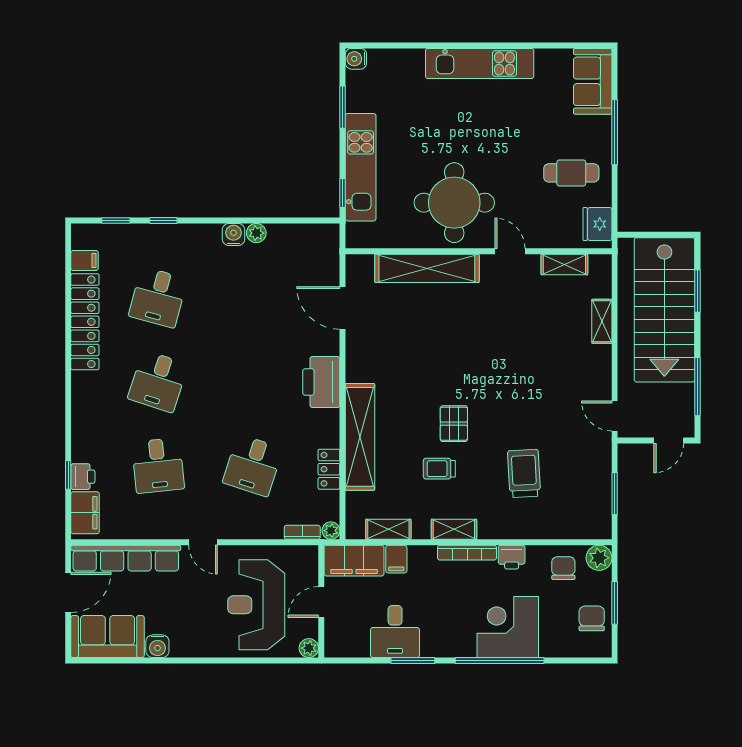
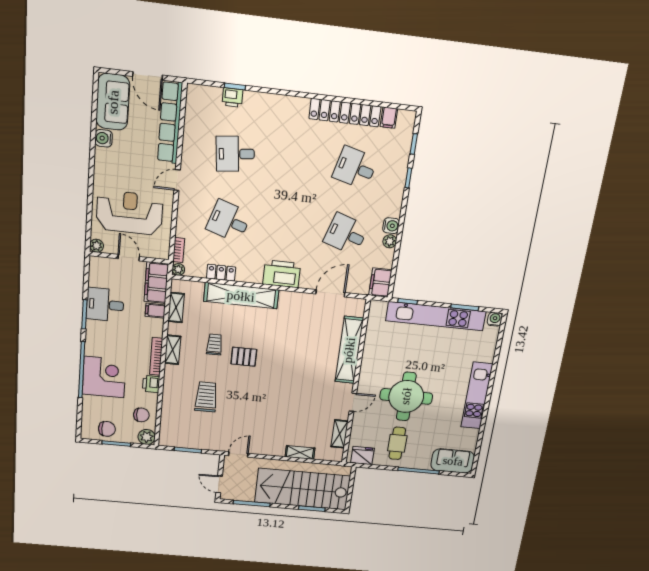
kitchen unit: (361, 167) -> (436, 316), width x1.36
round table: (454, 203) -> (406, 396), moved
desk: (158, 381) -> (346, 234), moved
trolley: (524, 473) -> (206, 397), turned -87
filing cabinet: (85, 513) -> (380, 283), moved, turned 90

